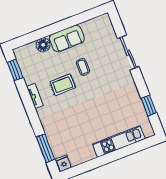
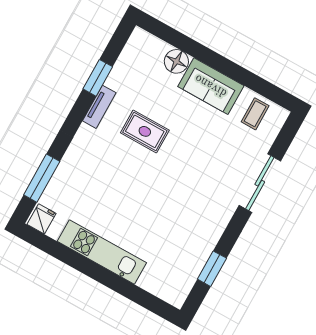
coffee table: (83, 67) -> (255, 114), moved
window: (15, 70) -> (98, 78), moved
kitchen unit: (119, 142) -> (102, 252), moved

